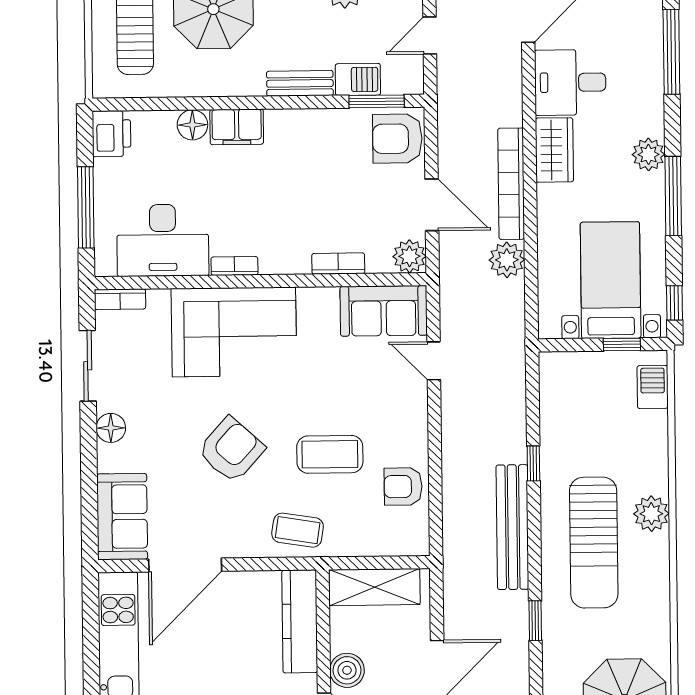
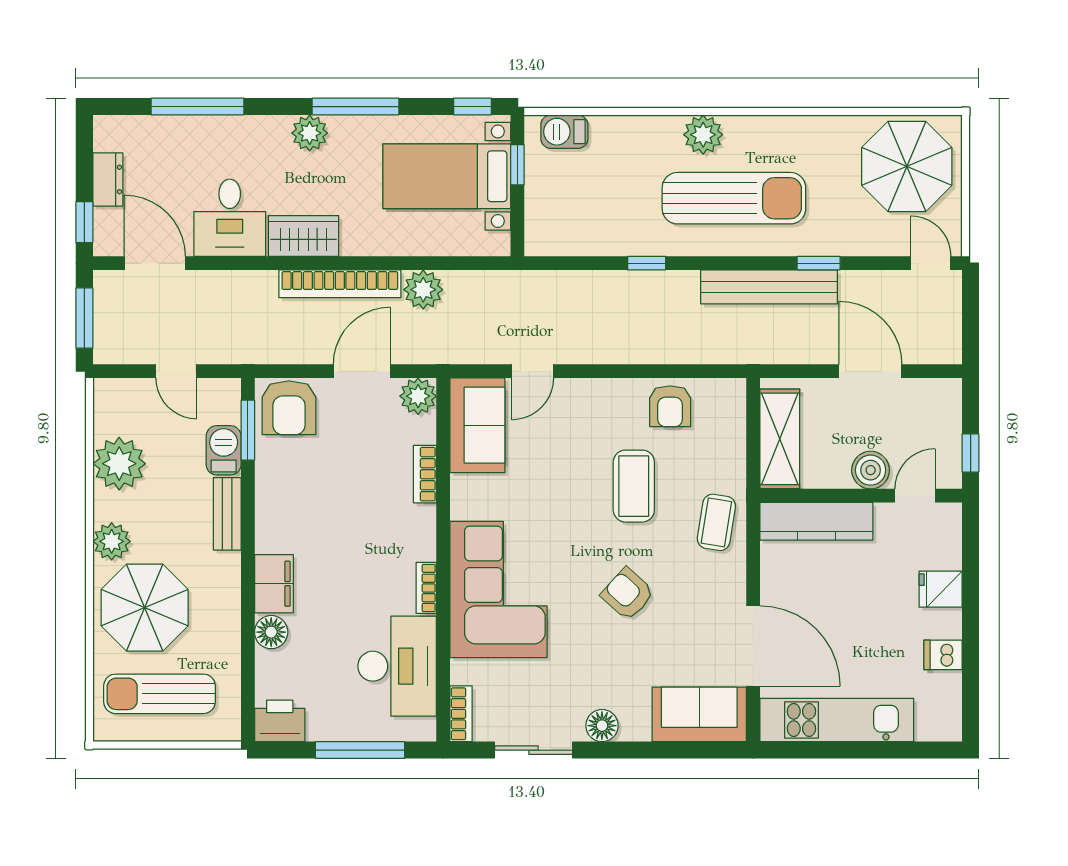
armchair: (231, 450) -> (628, 594), width x0.72, depth x0.72
bench: (512, 527) -> (769, 287), moved

